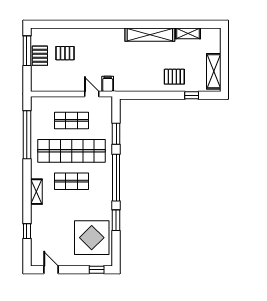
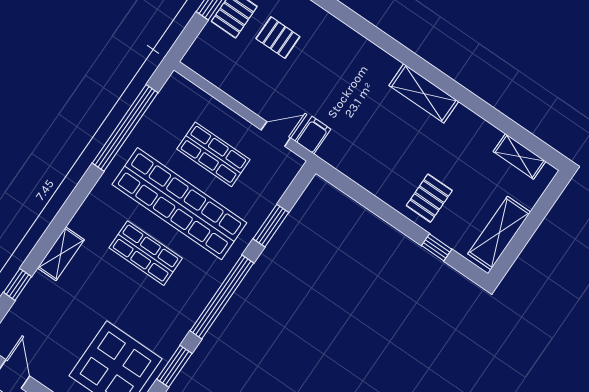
shelving: (188, 33) -> (520, 156), moved
shelving: (150, 35) -> (424, 93), width x0.68
pallet: (174, 77) -> (429, 198), turned 90
door: (92, 94) -> (276, 134), hinge flipped
shelving: (36, 192) -> (61, 254), moved

